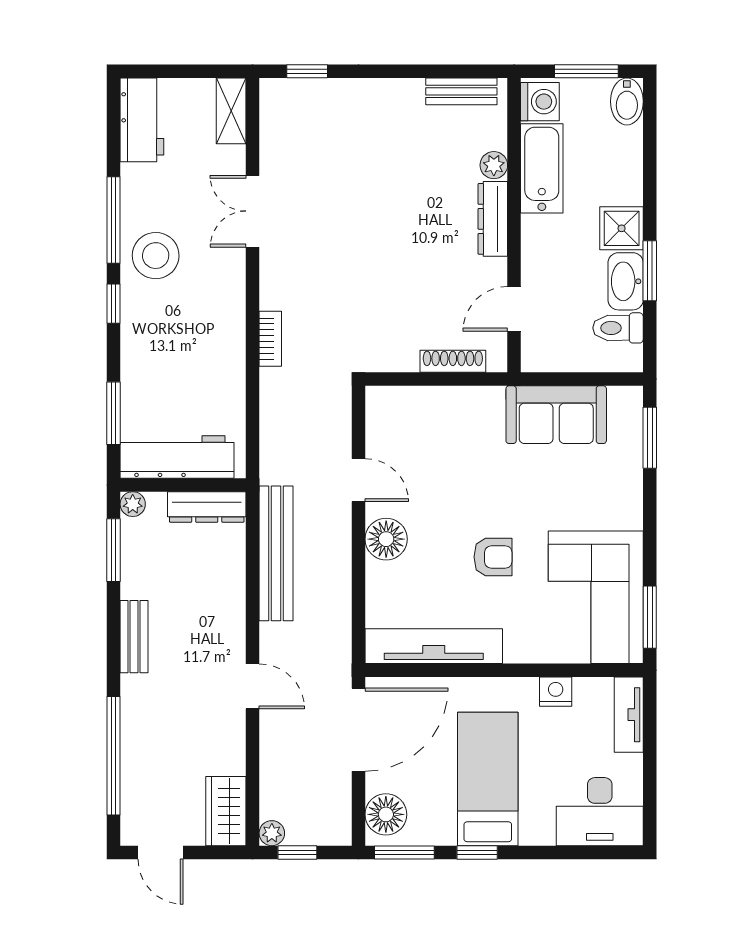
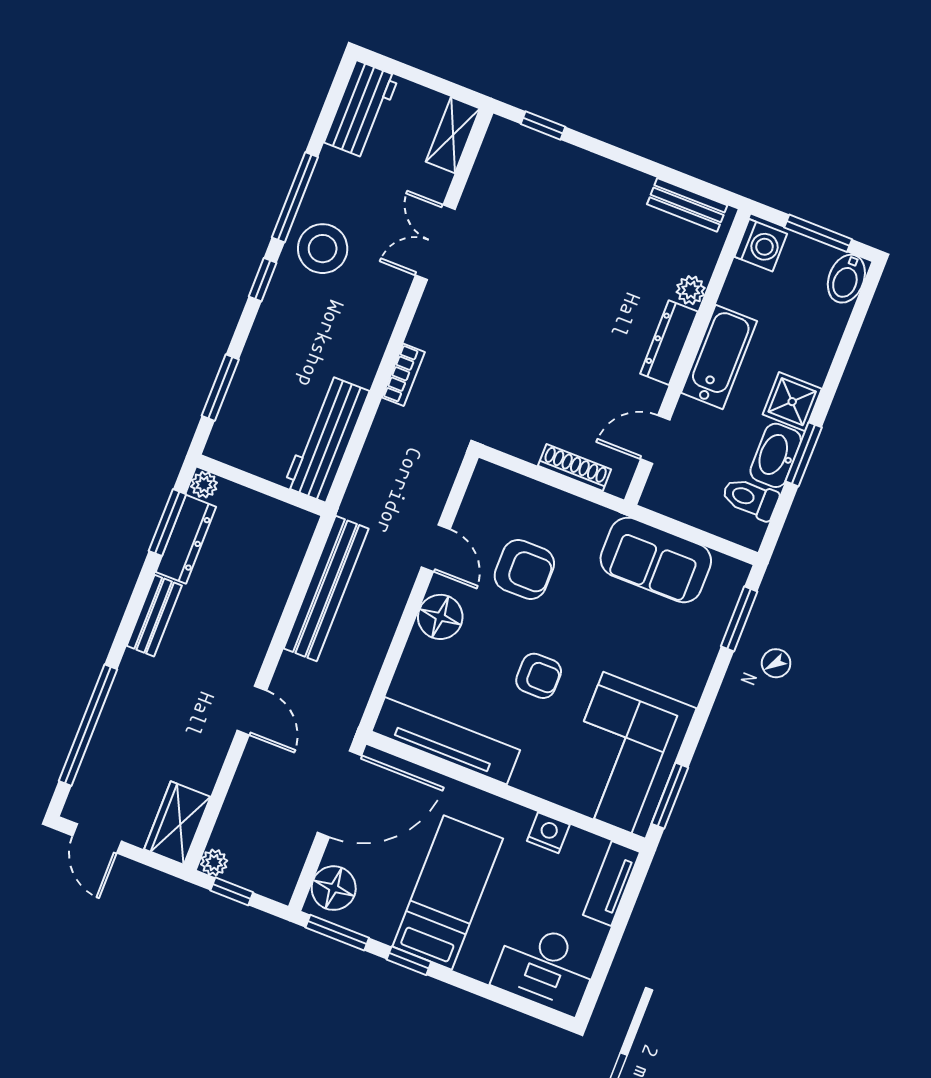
bathtub: (542, 168) -> (719, 357), moved
workbench: (177, 457) -> (326, 439), moved, turned -90
armchair: (444, 468) -> (524, 569), added
dresser: (207, 507) -> (186, 539), moved, turned -90

